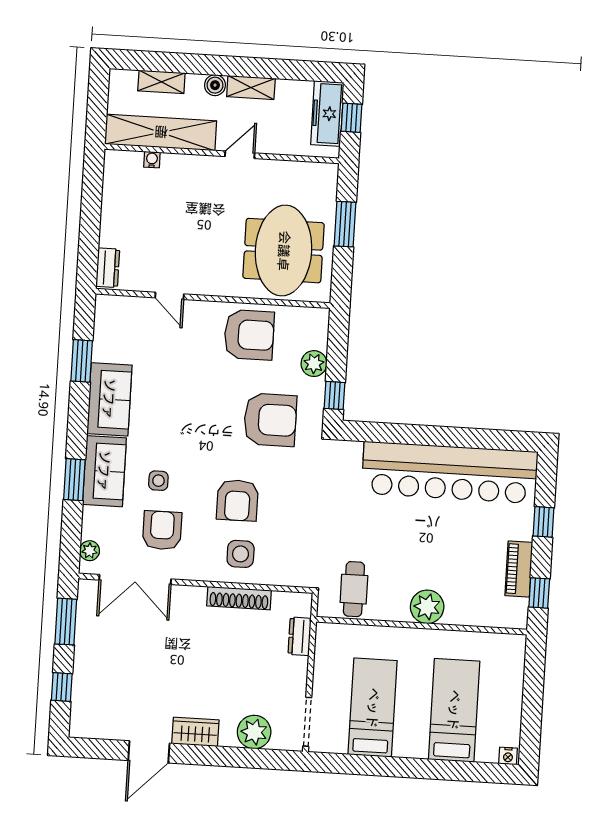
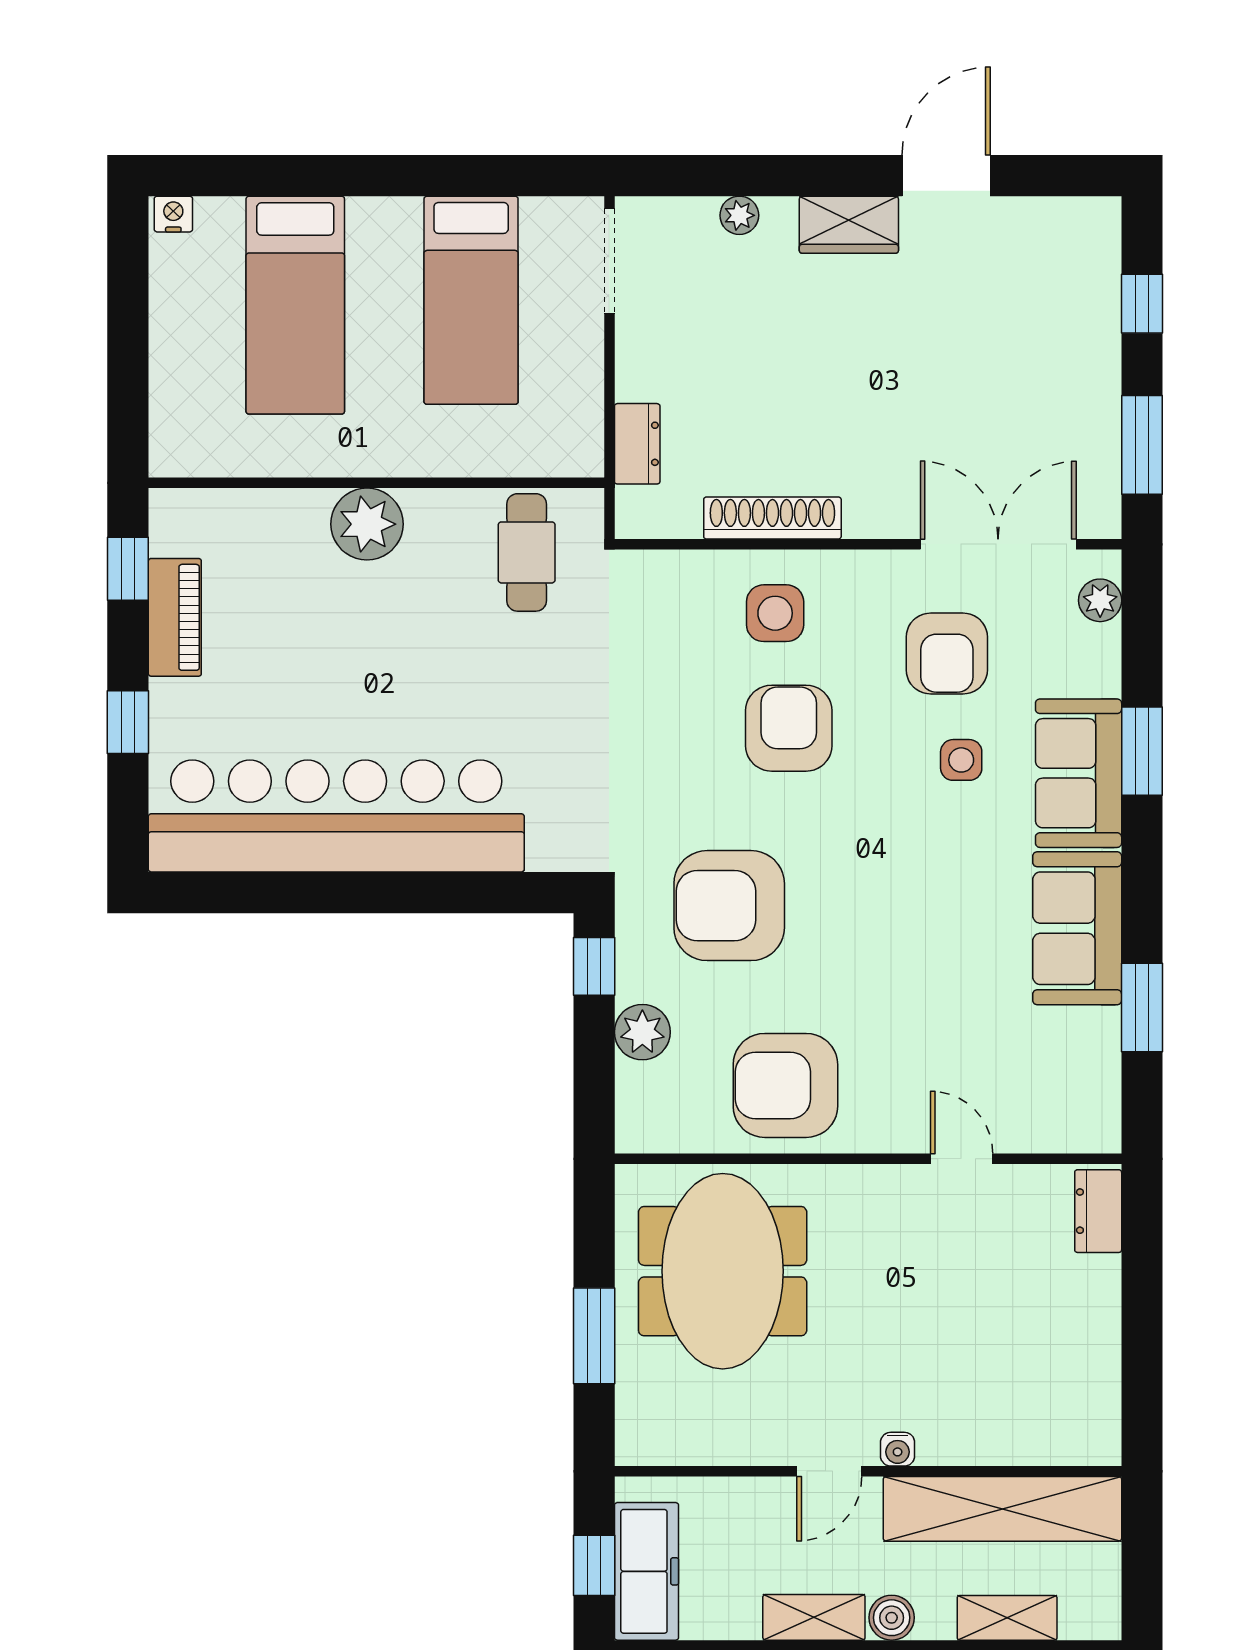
water cooler: (152, 160) -> (898, 1449), moved
plant: (254, 732) -> (739, 215), width x0.53, depth x0.53

